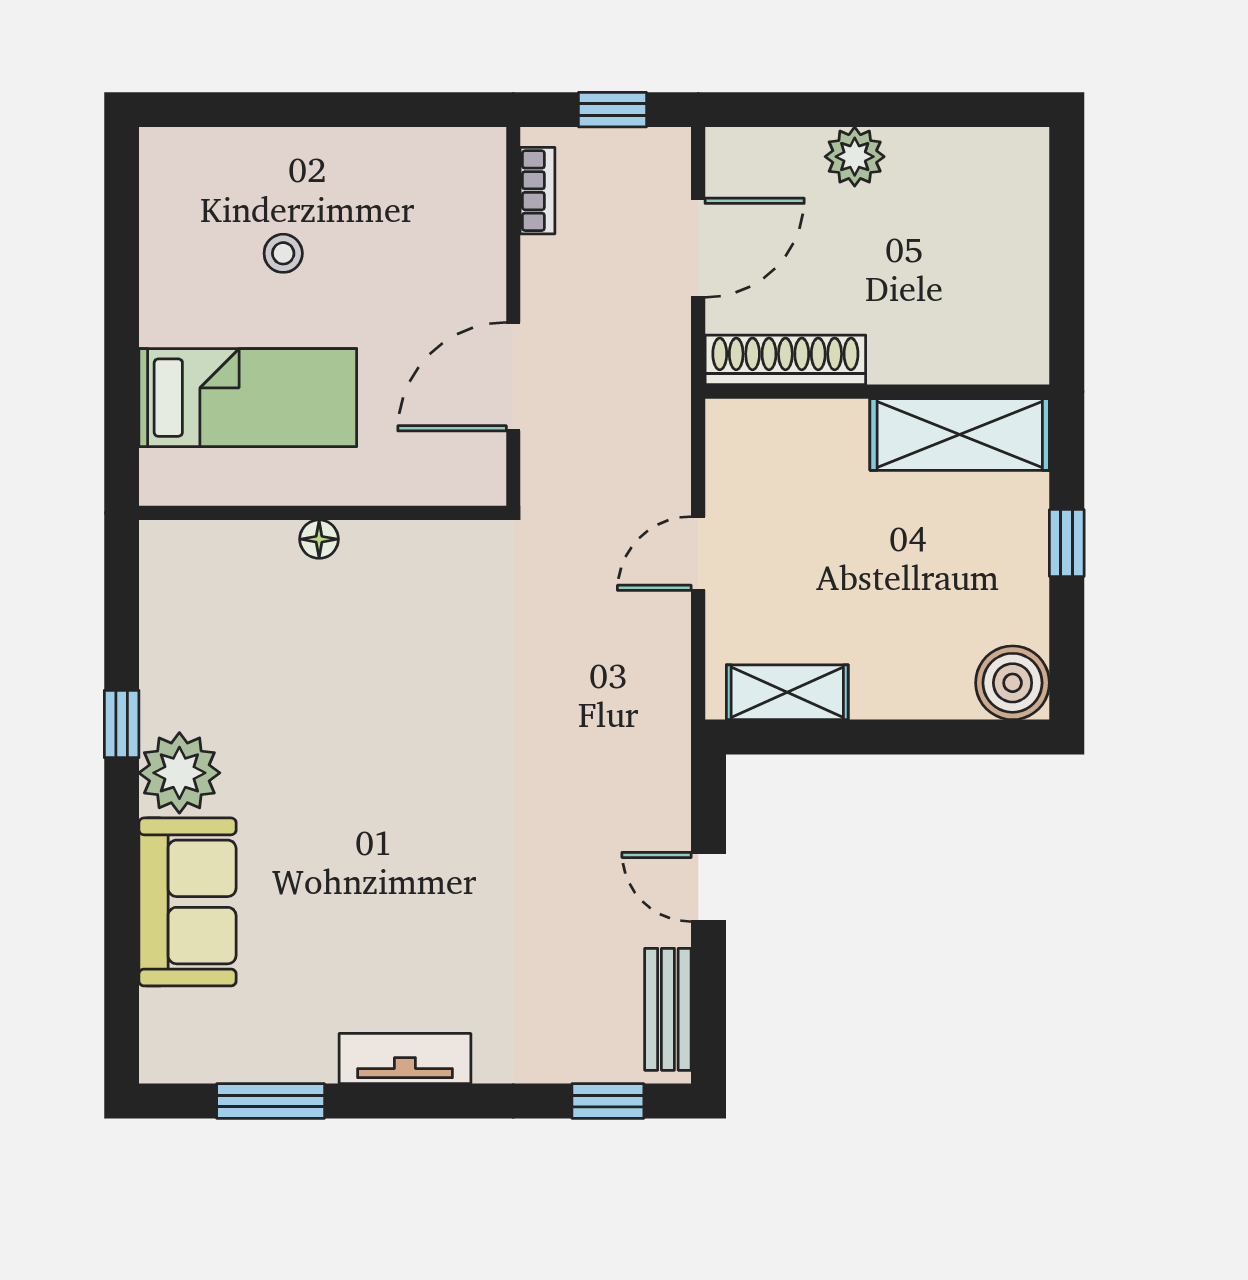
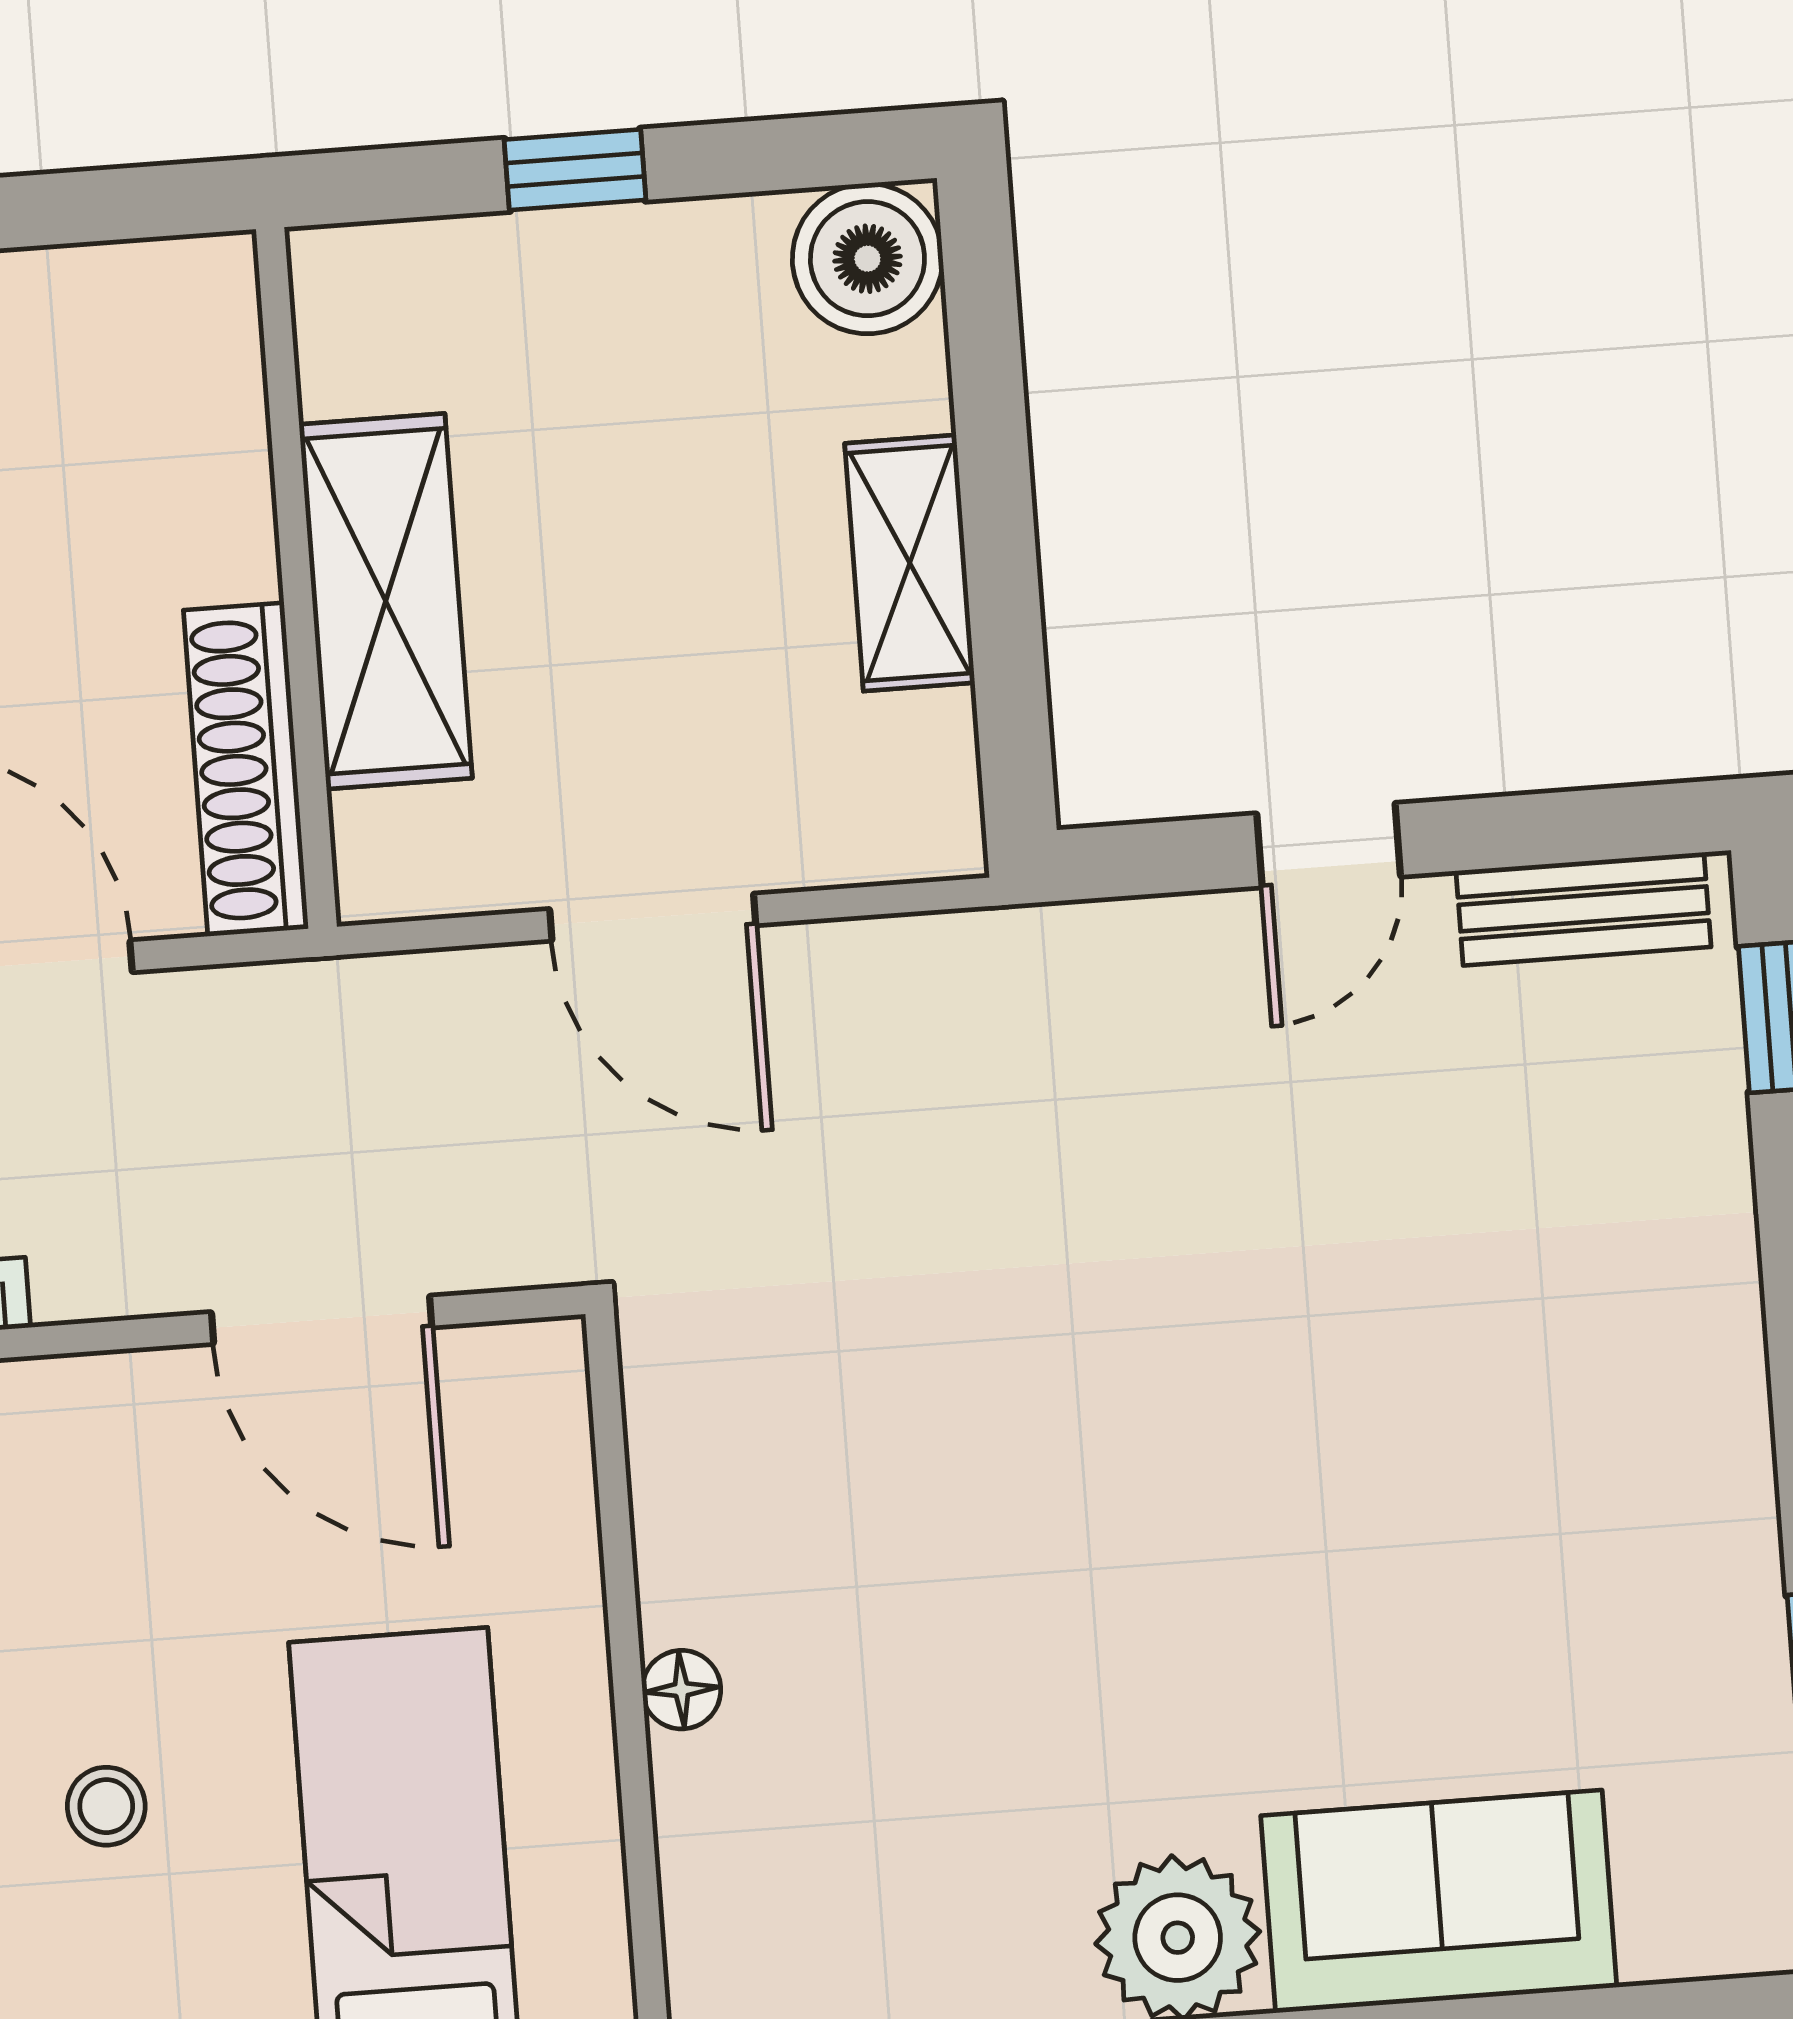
shelving: (960, 434) -> (386, 601), moved
door: (698, 553) -> (653, 917), width x1.38
shelving: (787, 692) -> (910, 563), moved
tv unit: (405, 1059) -> (1724, 1436), removed

